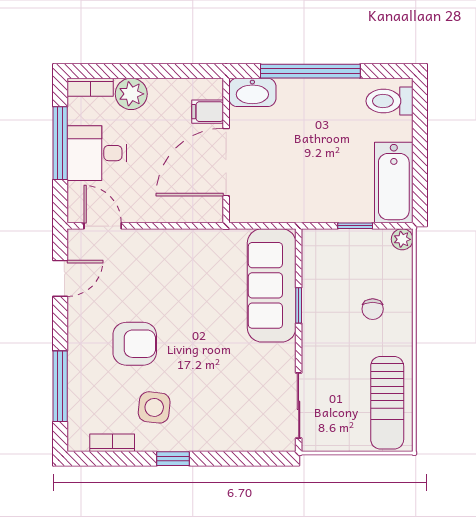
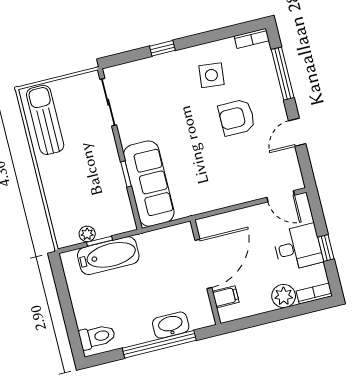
washbasin: (252, 92) -> (171, 325), moved
window: (60, 143) -> (326, 248), width x0.46
bathtub: (394, 183) -> (108, 256), moved, turned 90
plant: (402, 239) -> (87, 234), moved
door: (60, 278) -> (297, 132), moved
chair: (373, 309) -> (72, 184), removed
bookcase: (112, 443) -> (252, 38), moved
window: (173, 459) -> (162, 48), moved

